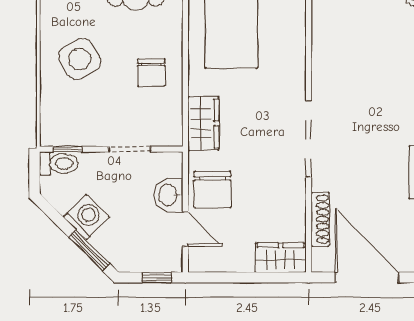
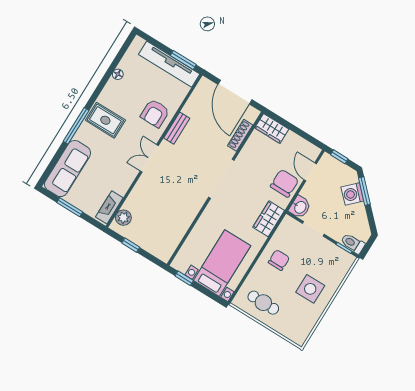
side table: (80, 59) -> (310, 289), turned 31
washbasin: (169, 195) -> (300, 207), moved
washing machine: (86, 217) -> (352, 194), moved

